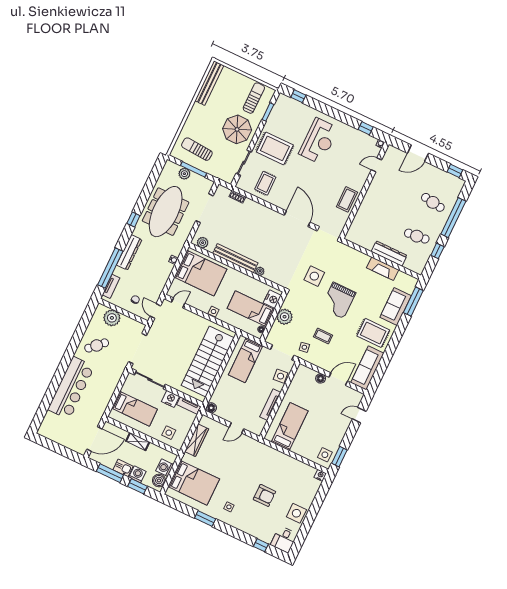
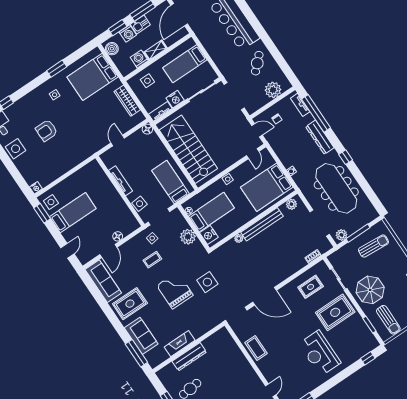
plant: (184, 174) -> (342, 235), moved
rug: (265, 183) -> (311, 287), turned 90
bed: (290, 426) -> (73, 213), moved, turned -90
washing machine: (165, 468) -> (139, 59), moved, turned -90

